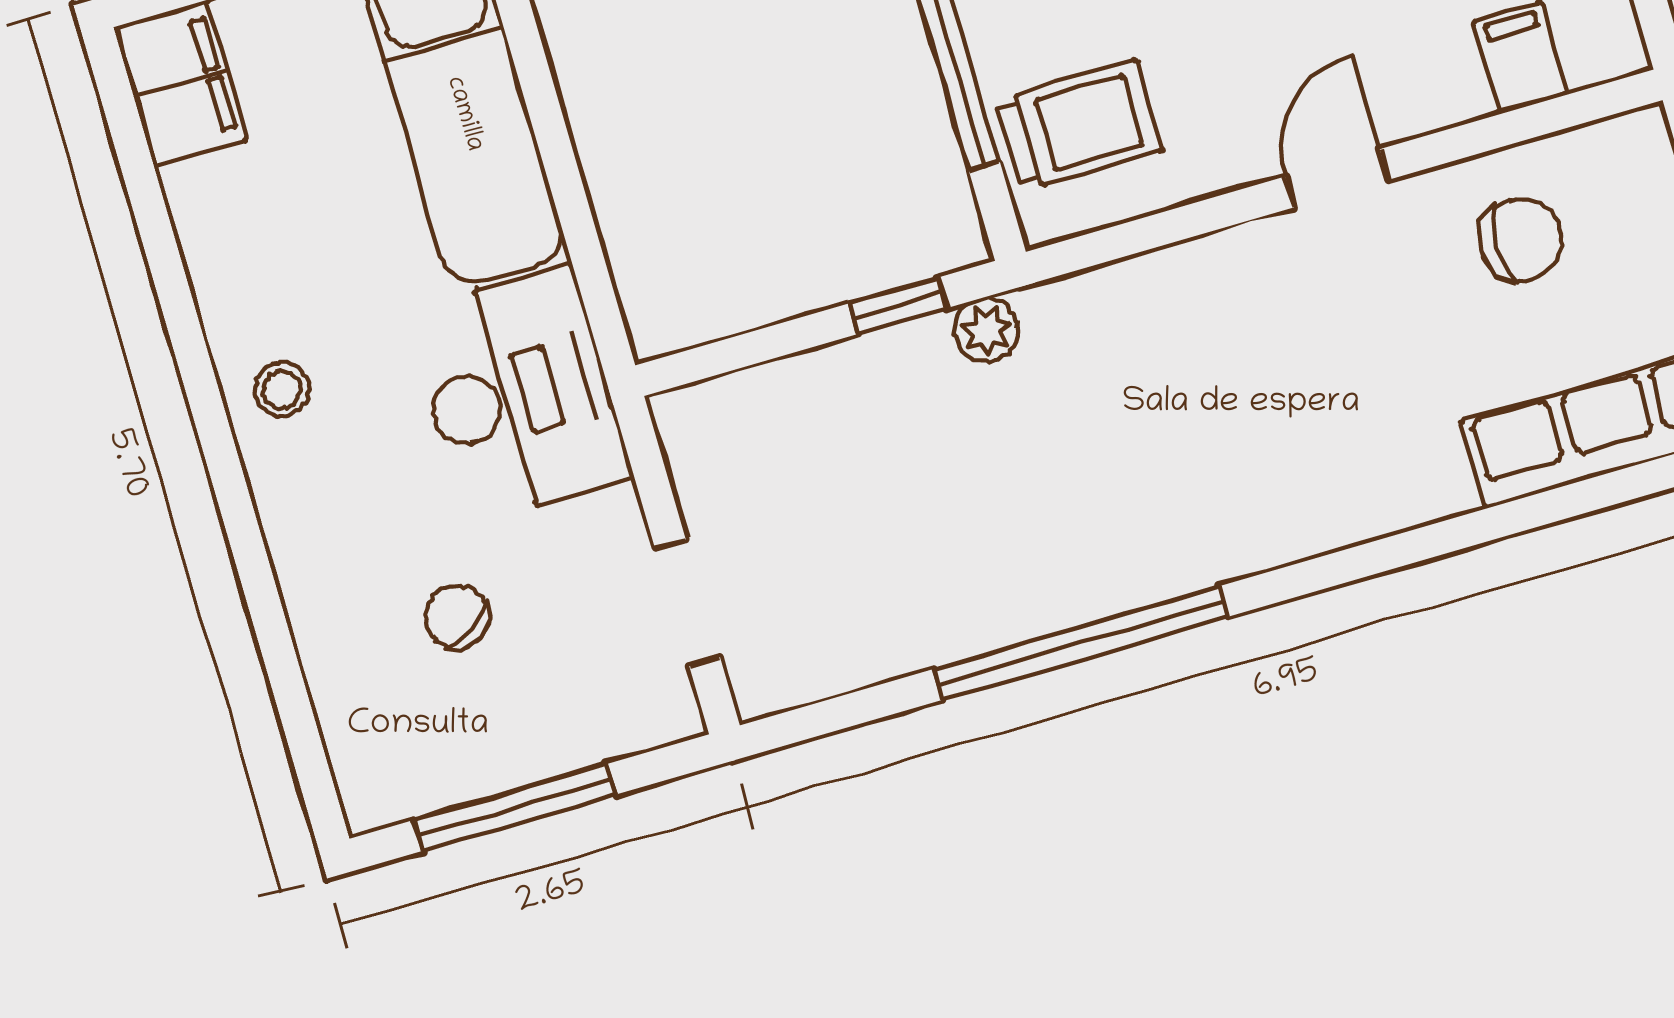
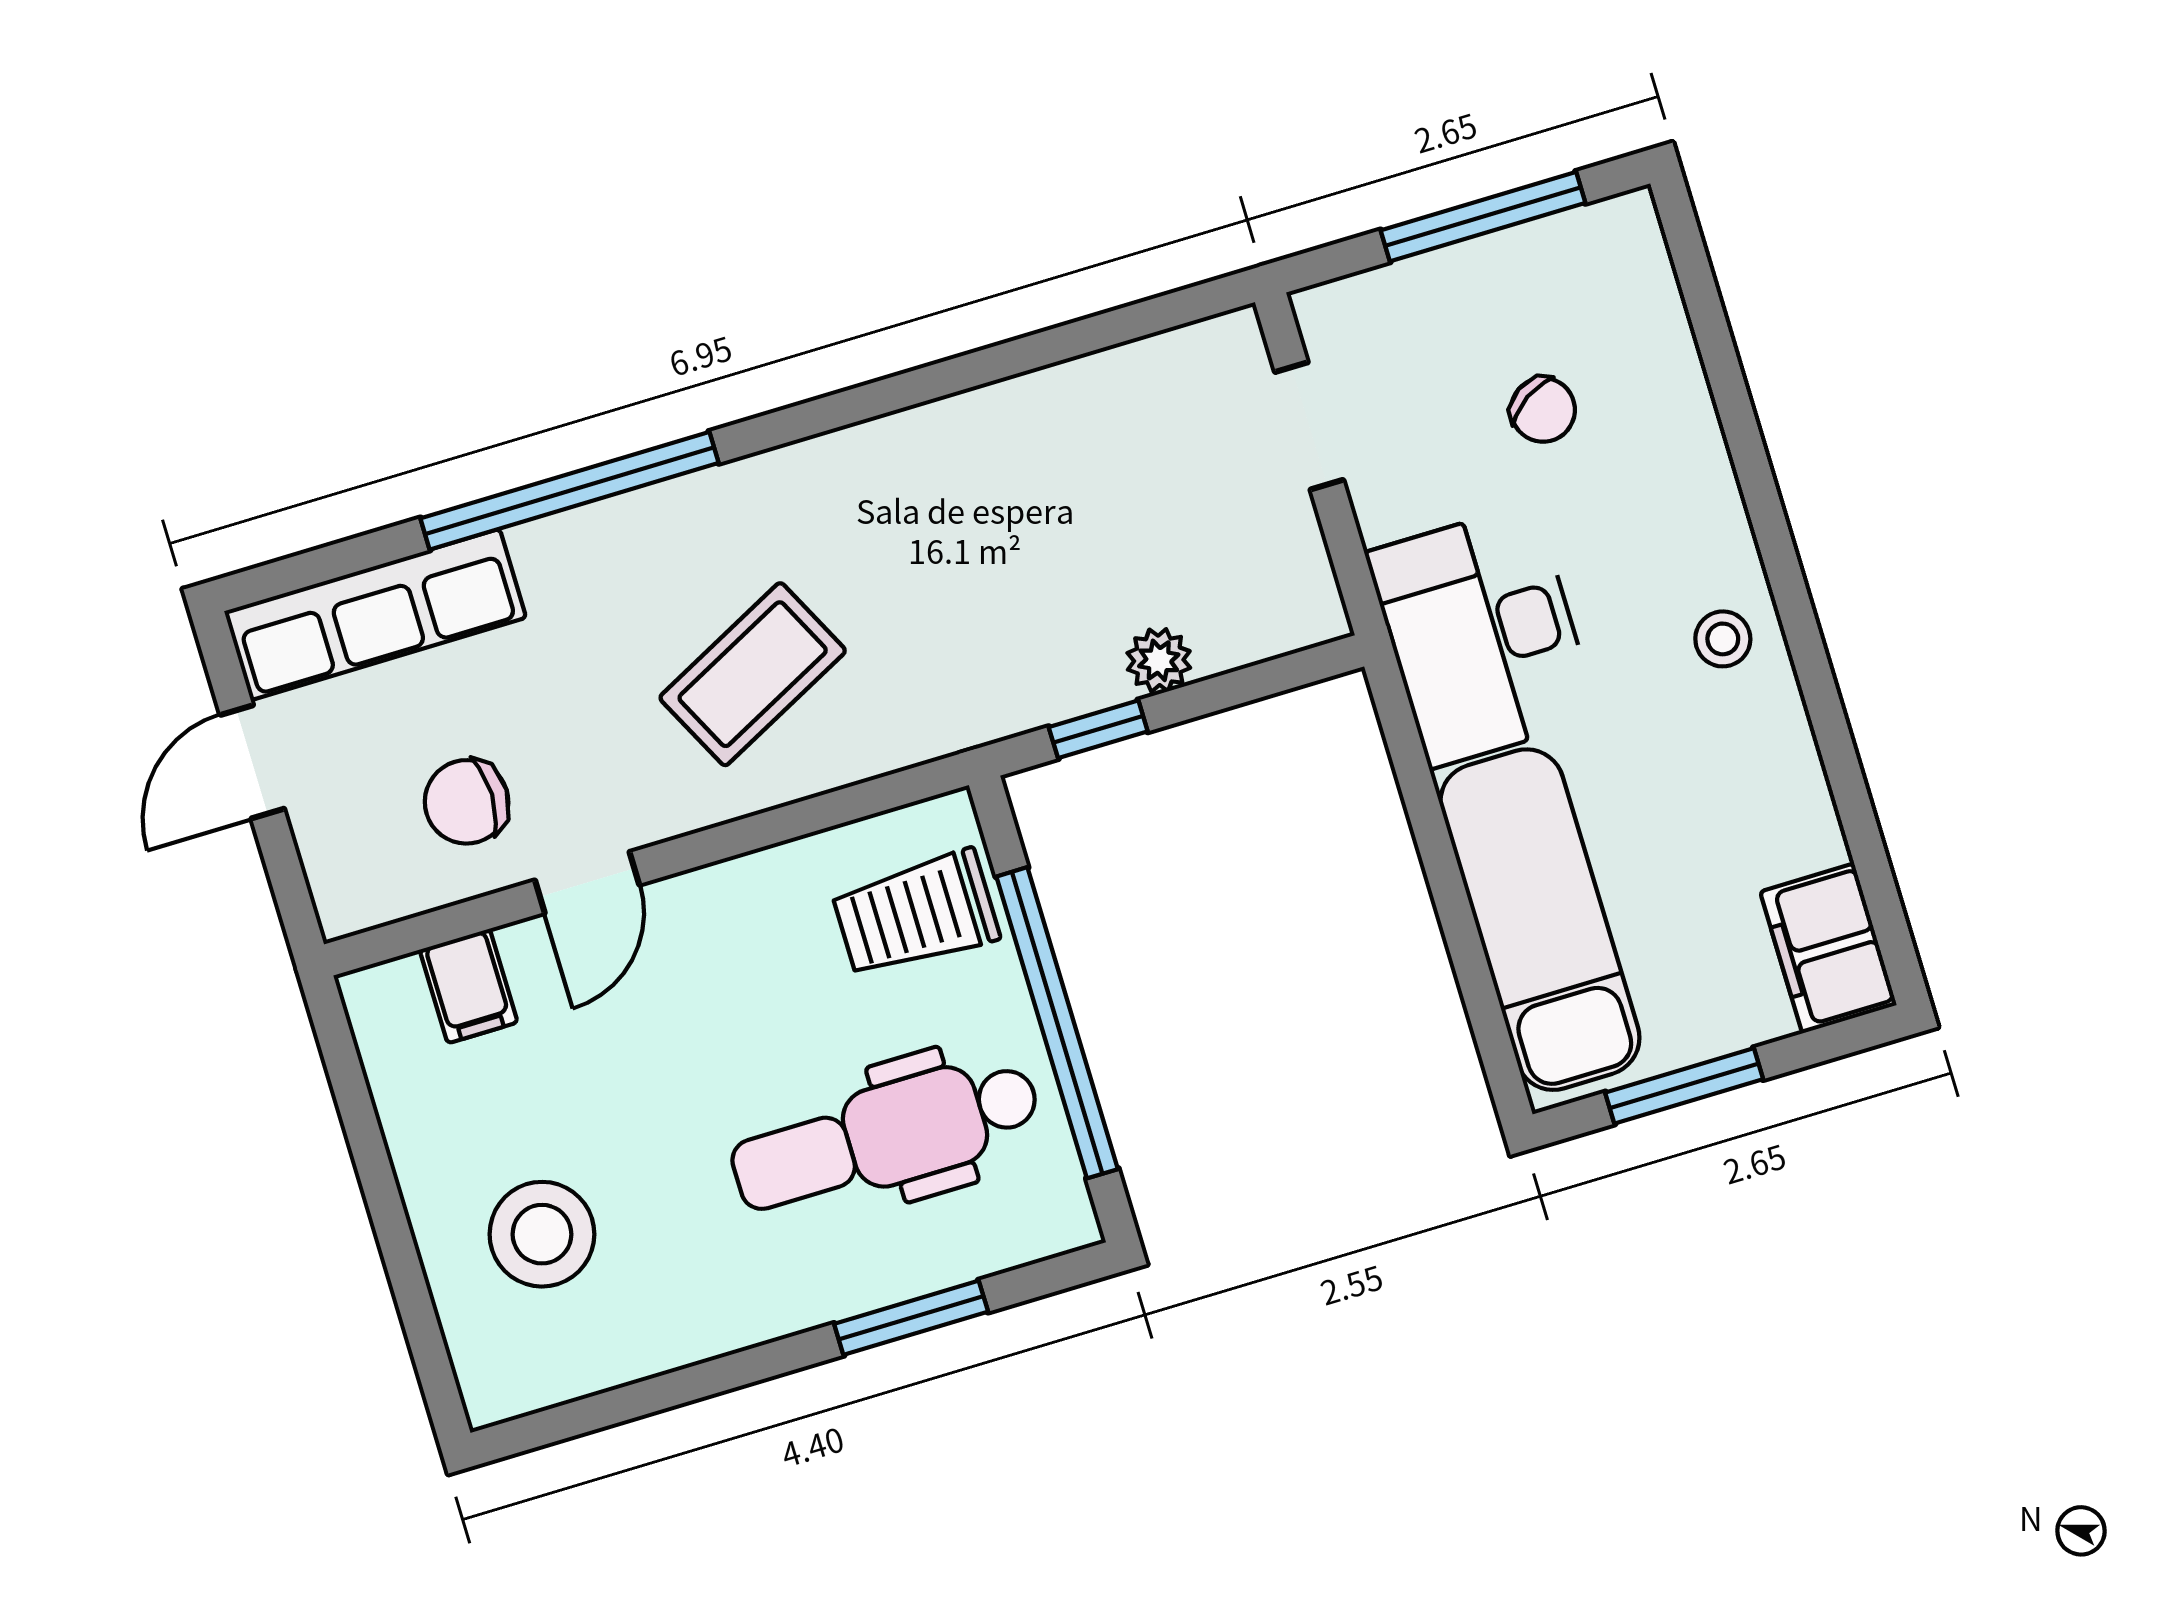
door: (1337, 178) -> (587, 883), moved
plant: (986, 330) -> (1159, 660), moved
coffee table: (1238, 363) -> (753, 674), added
window: (1081, 643) -> (570, 491), moved

